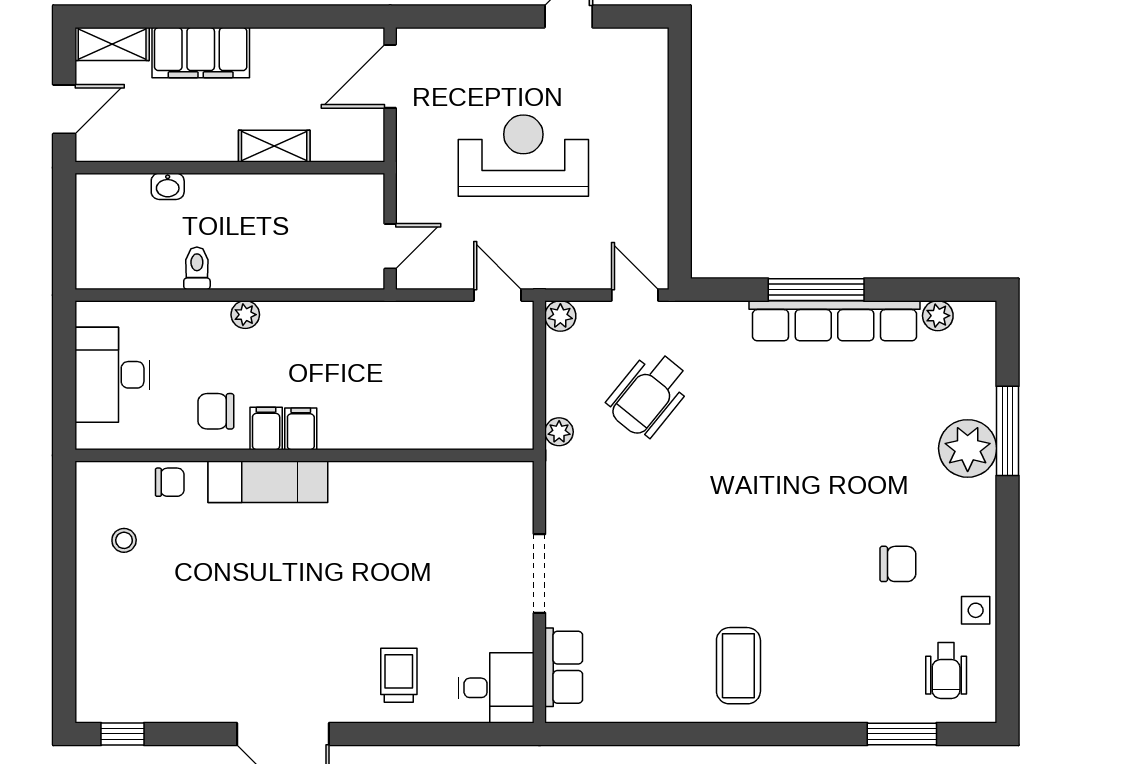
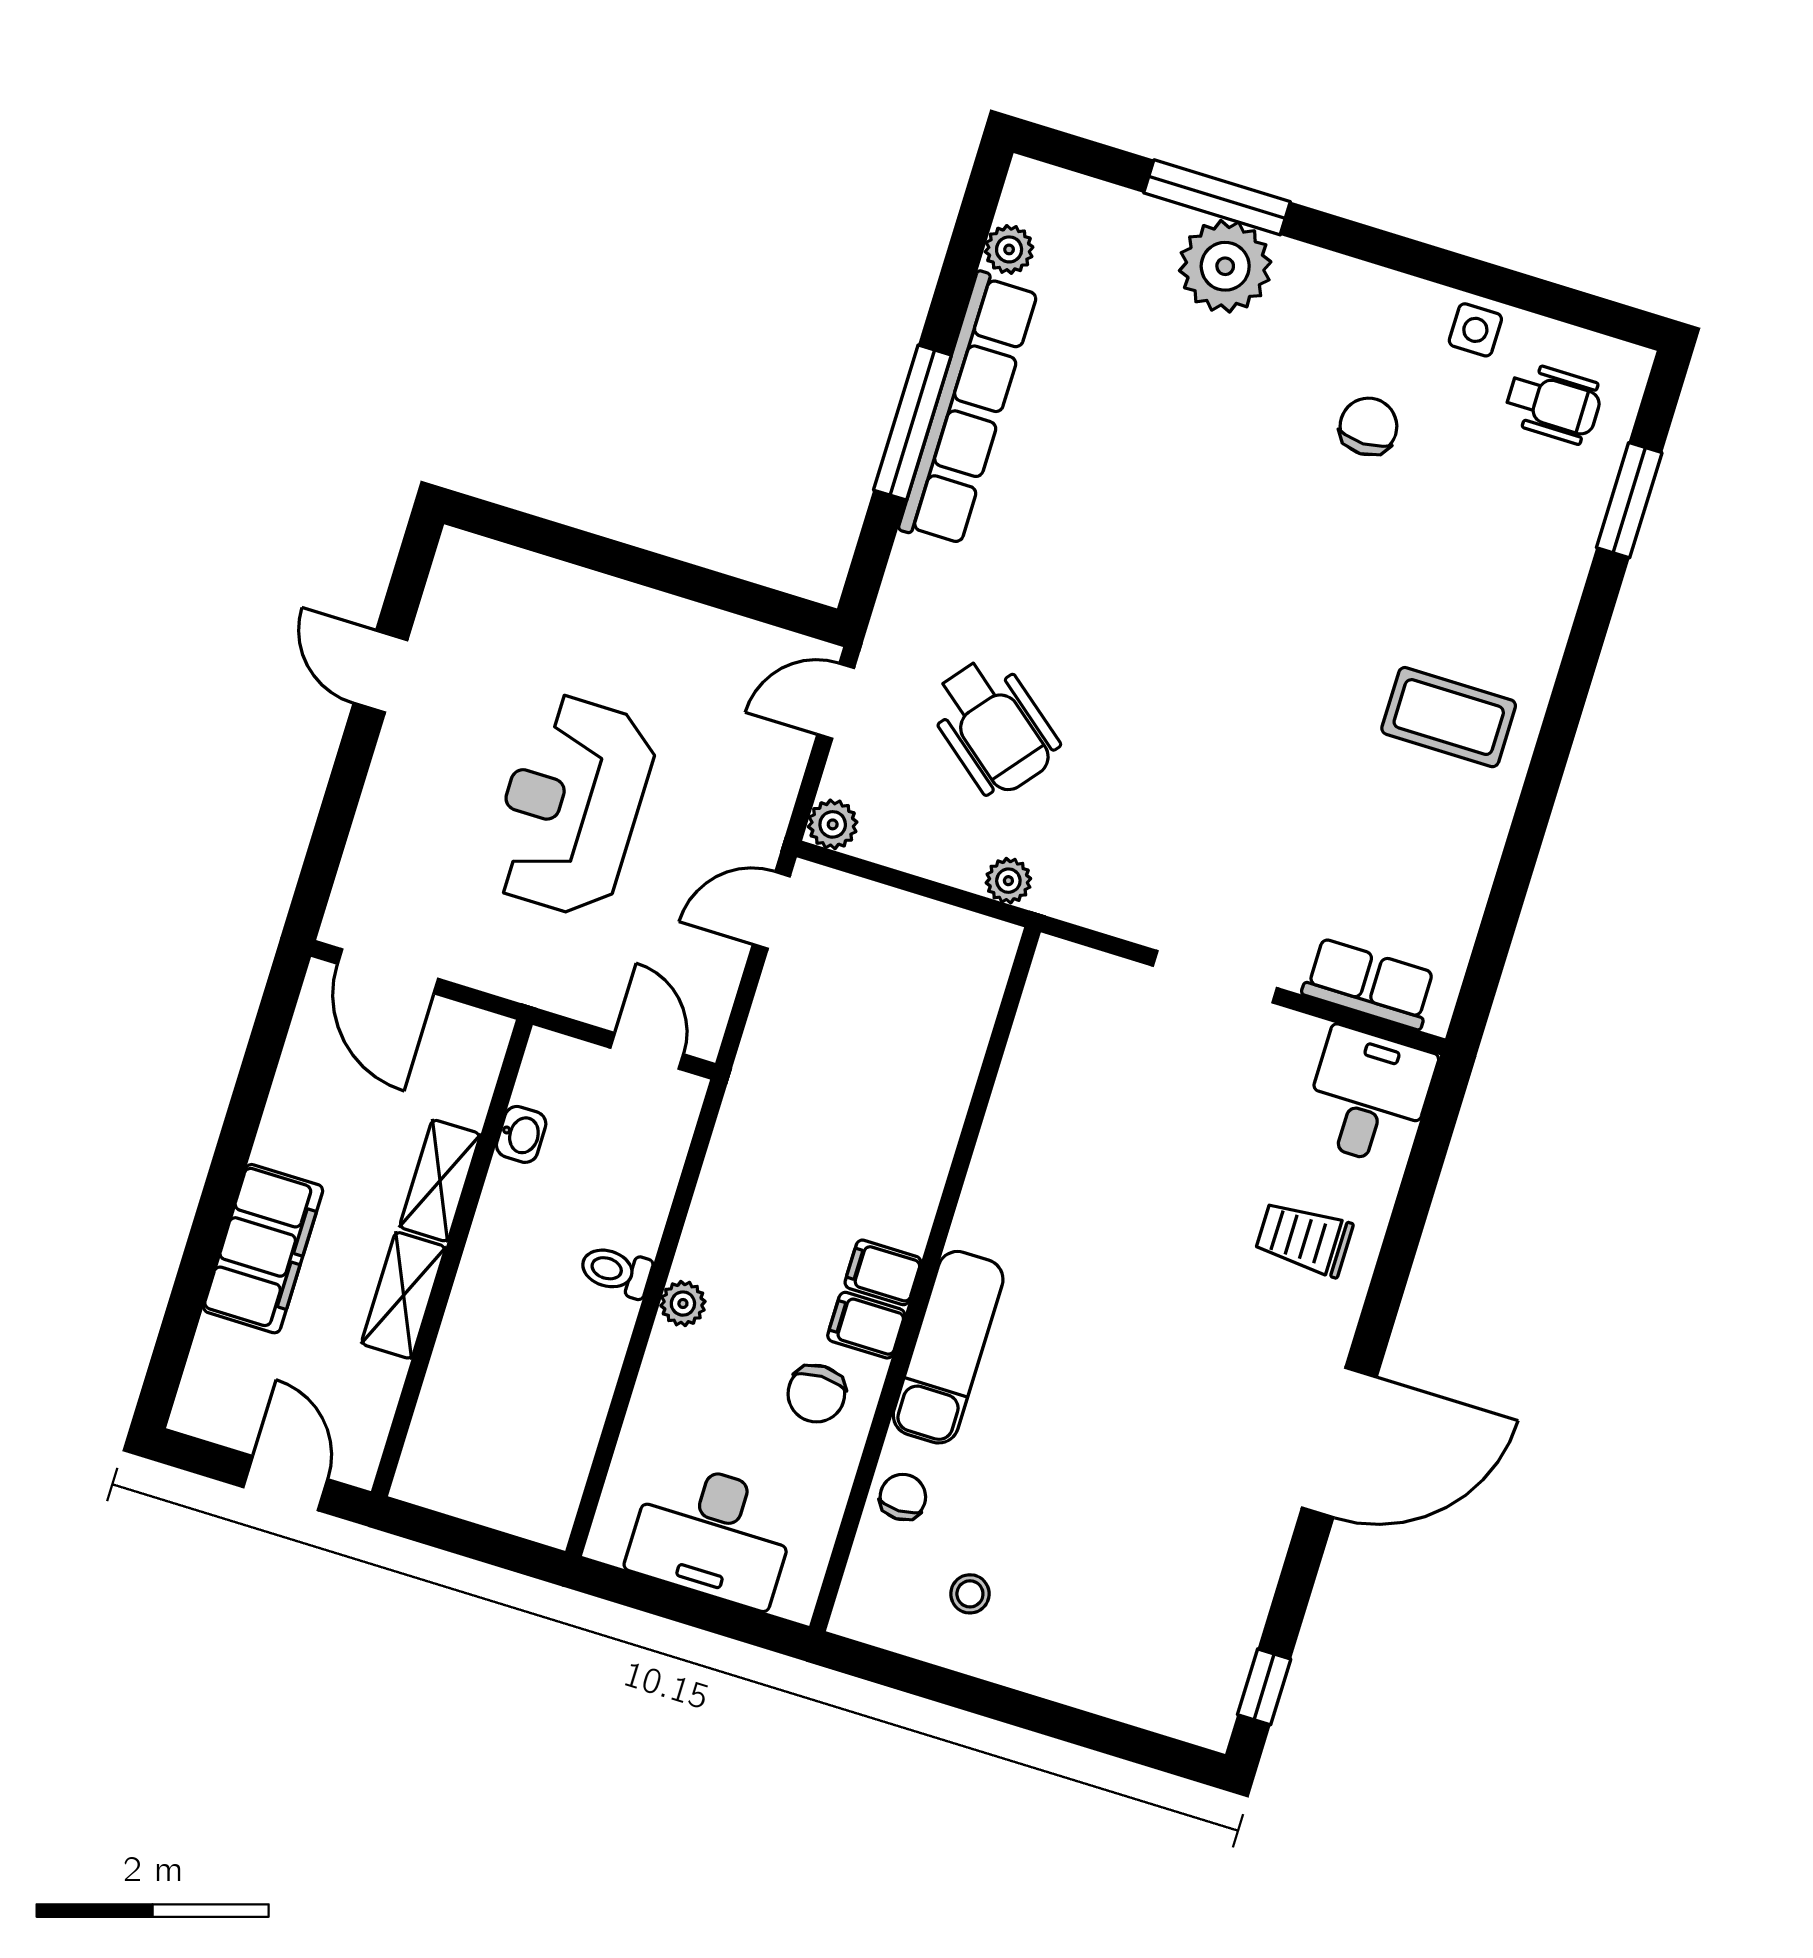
shelving: (112, 44) -> (404, 1295), moved
washbasin: (168, 186) -> (521, 1134), moved
toilet: (197, 268) -> (616, 1271), moved

